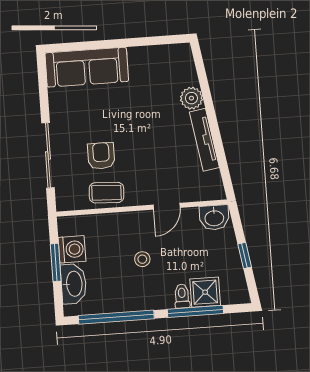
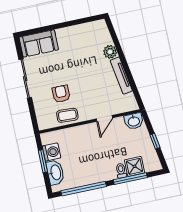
sofa: (87, 67) -> (39, 43), width x0.73
sliding door: (48, 155) -> (25, 79), moved
stool: (142, 259) -> (94, 152), removed

